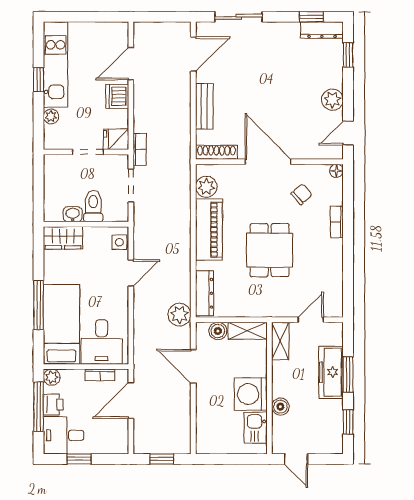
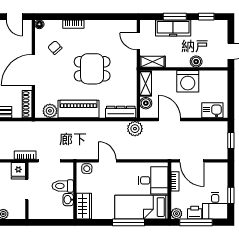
door: (193, 366) -> (169, 119), swing flipped
kitchen sink: (256, 428) -> (212, 110), moved, turned 180

